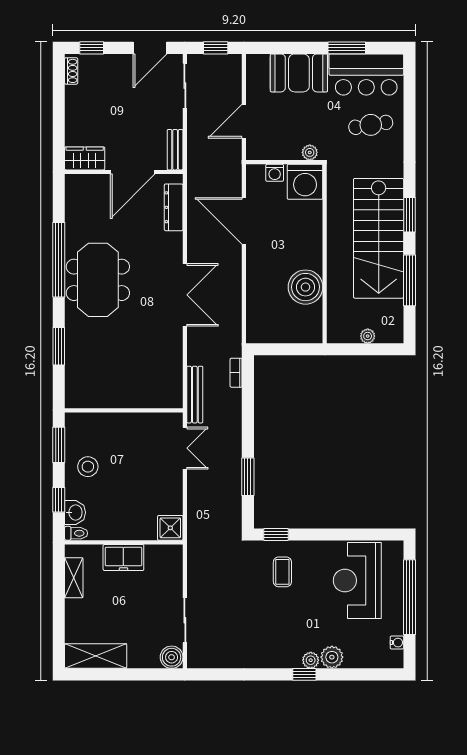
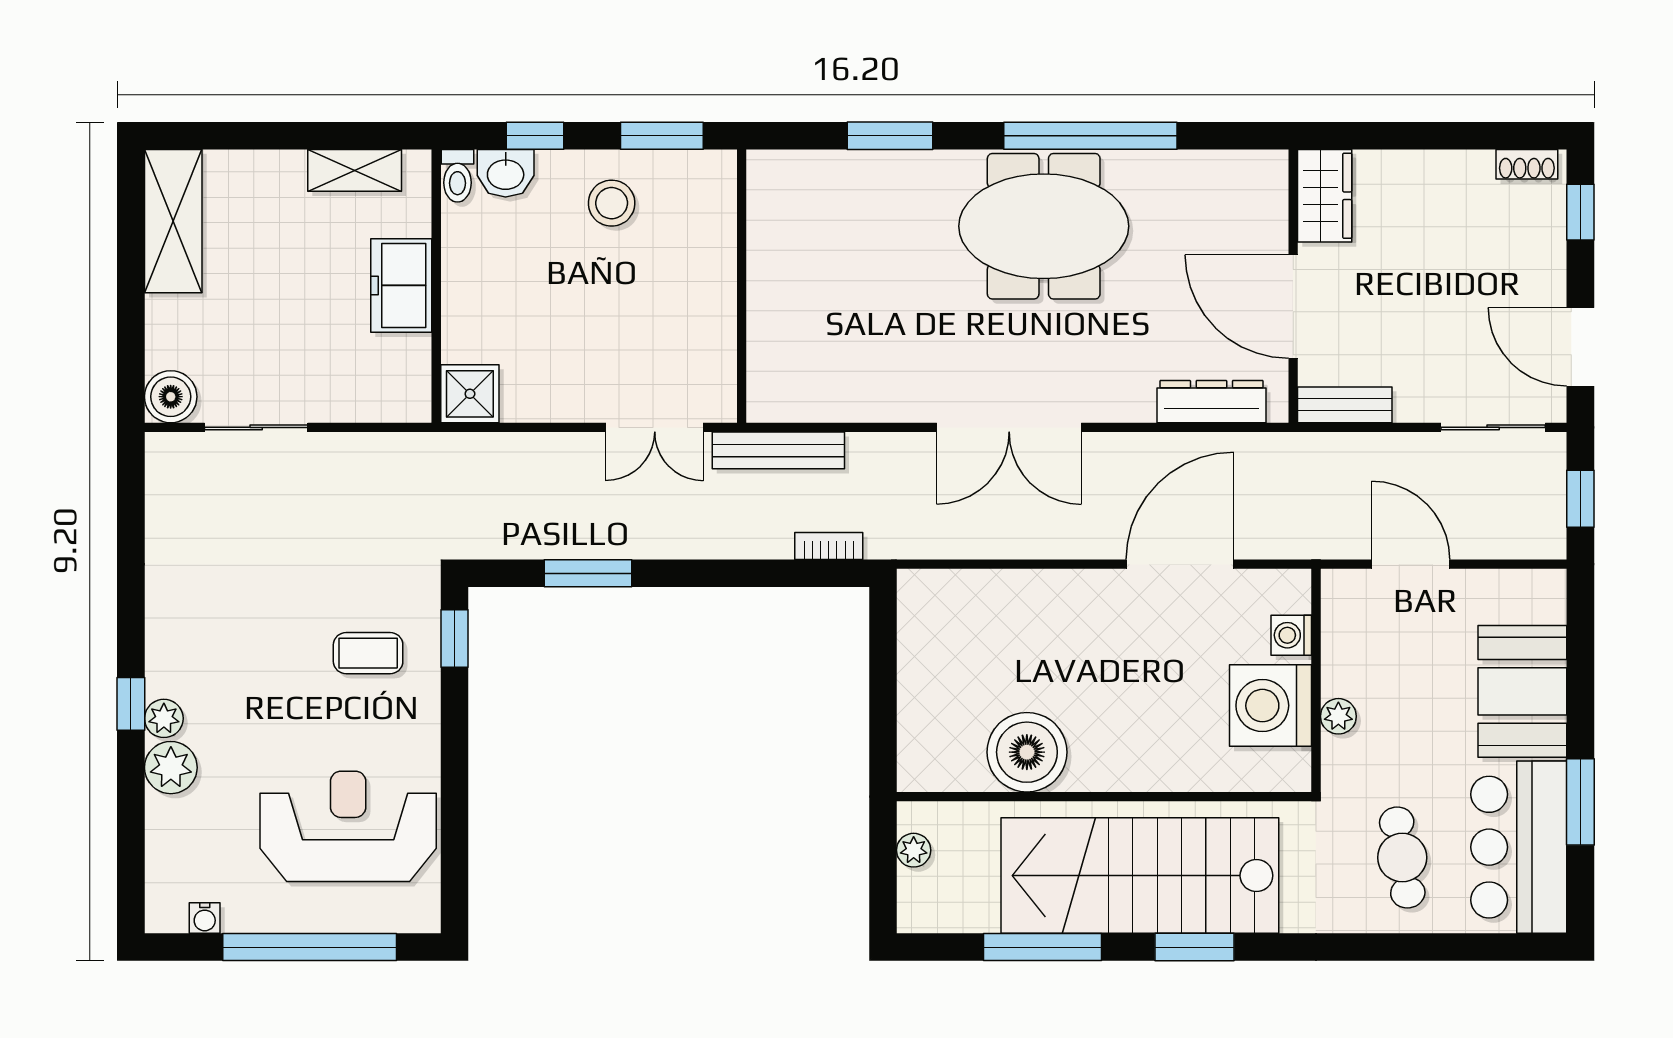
wall: (325, 254) -> (1104, 797), moved
boiler: (306, 287) -> (1027, 752), moved

